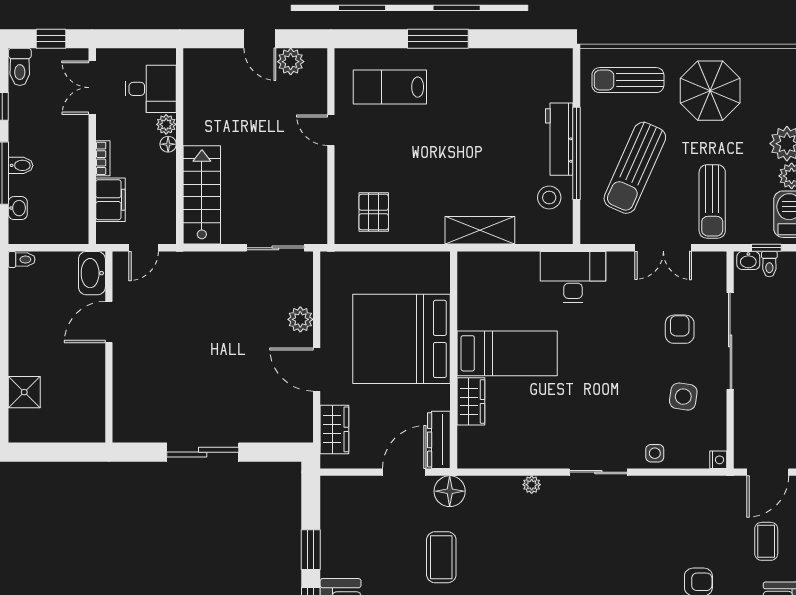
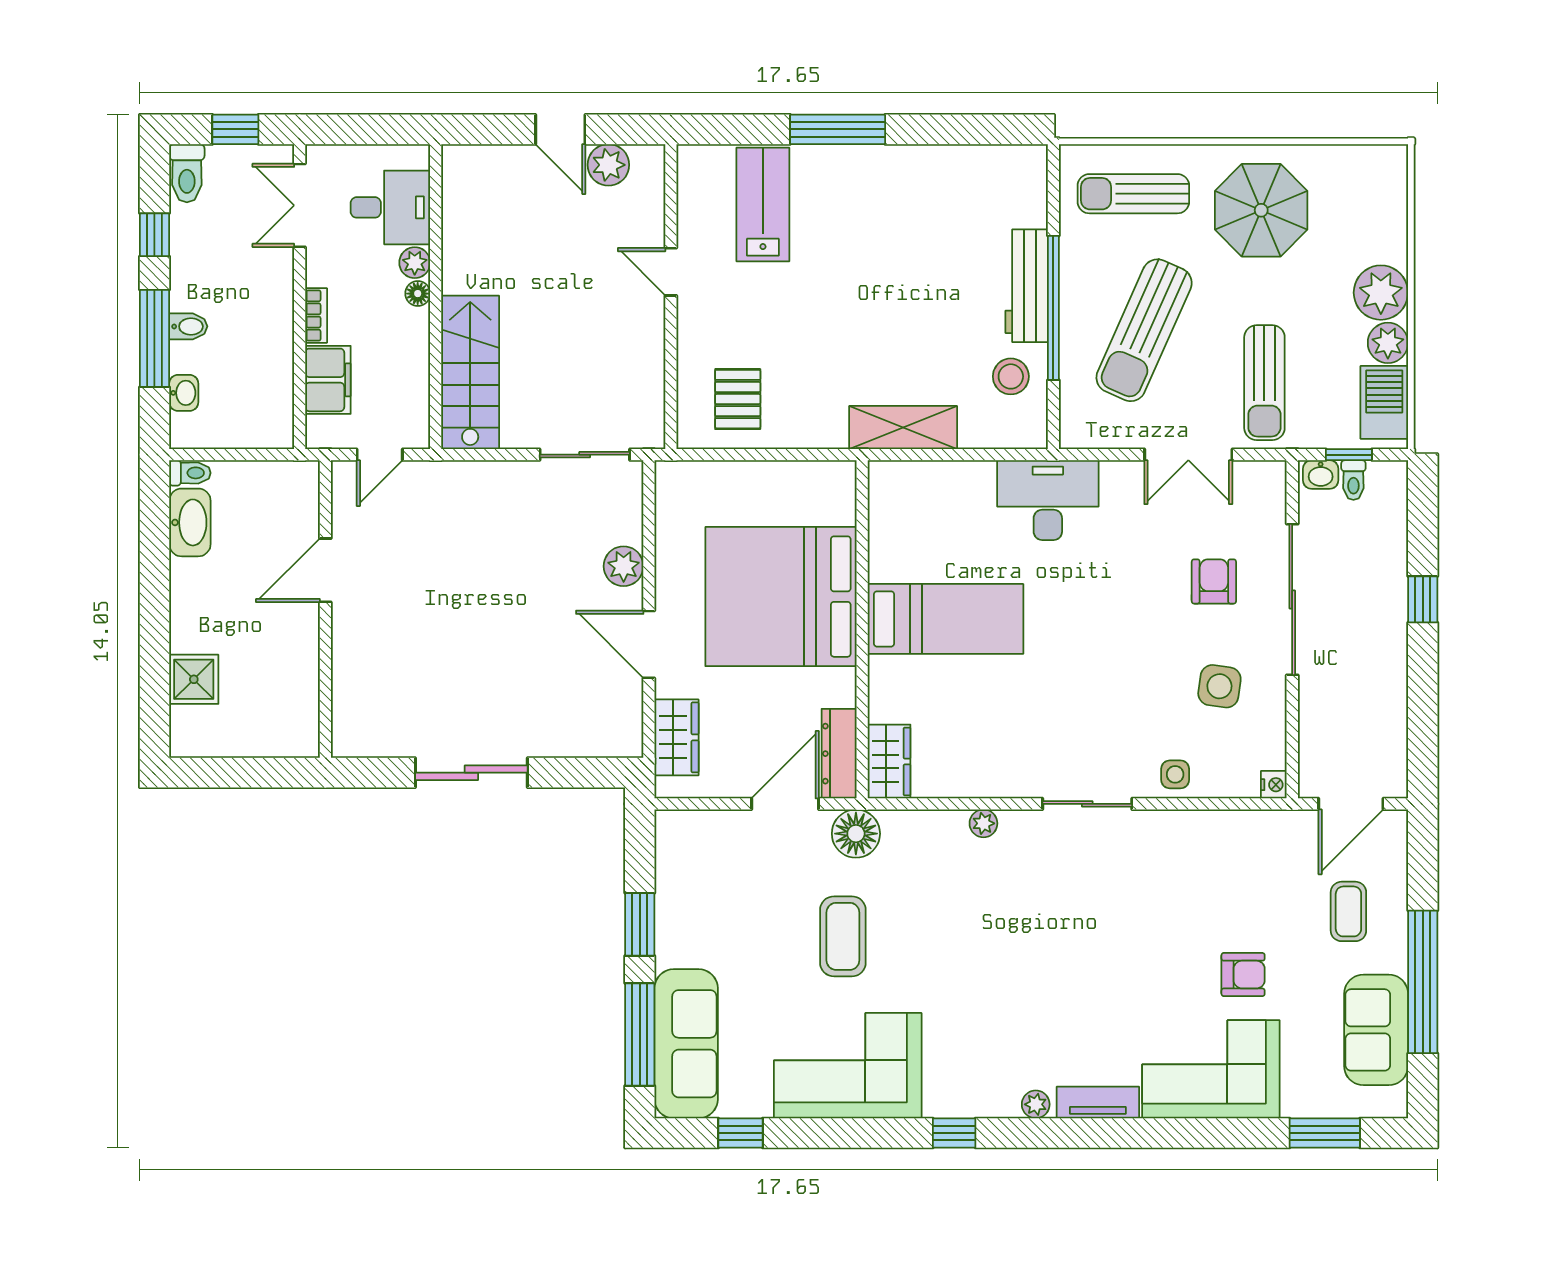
lab bench: (390, 87) -> (763, 205), turned 90
washbasin: (92, 273) -> (190, 522), moved, turned 180
wardrobe: (471, 401) -> (889, 762), moved

